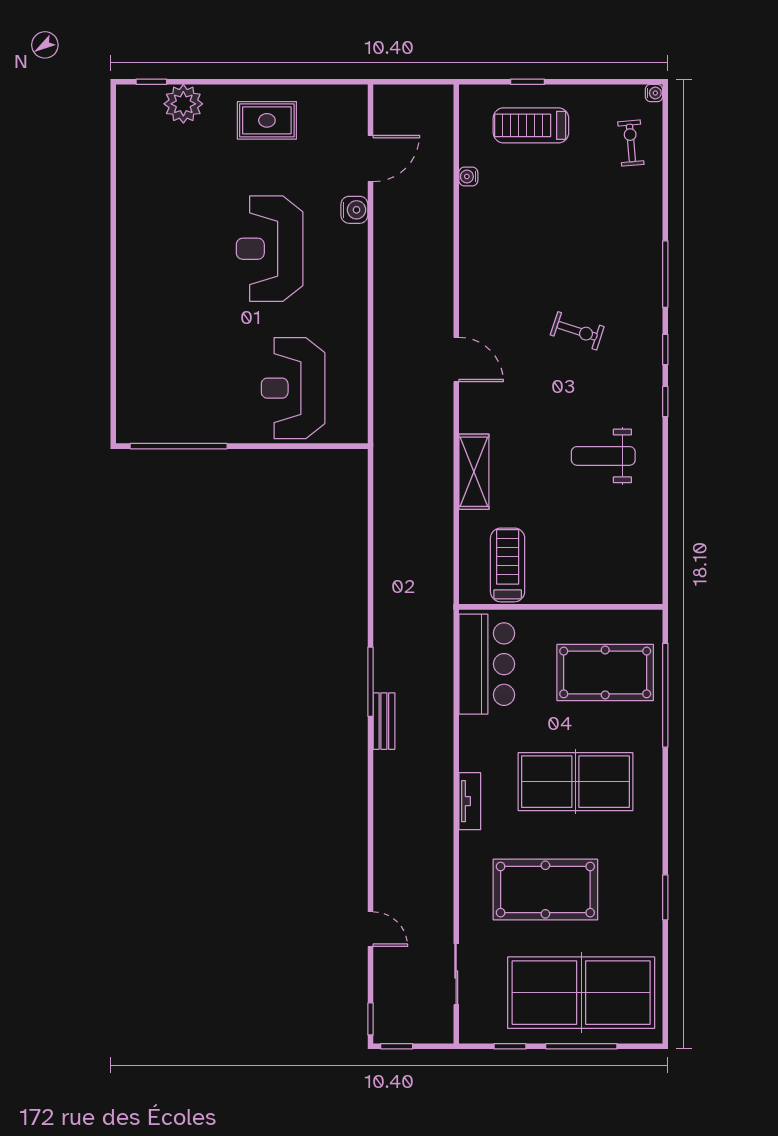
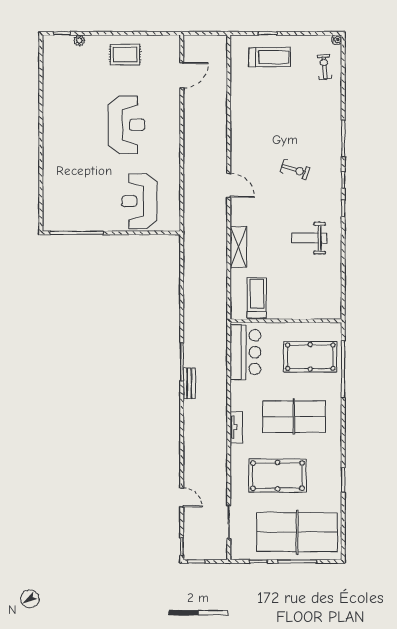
plant: (183, 104) -> (79, 40), width x0.53, depth x0.53
treadmill: (531, 125) -> (270, 57), turned 180
water cooler: (468, 177) -> (235, 85), removed
water cooler: (354, 210) -> (173, 103), removed
reception desk: (270, 249) -> (127, 125), turned 180

